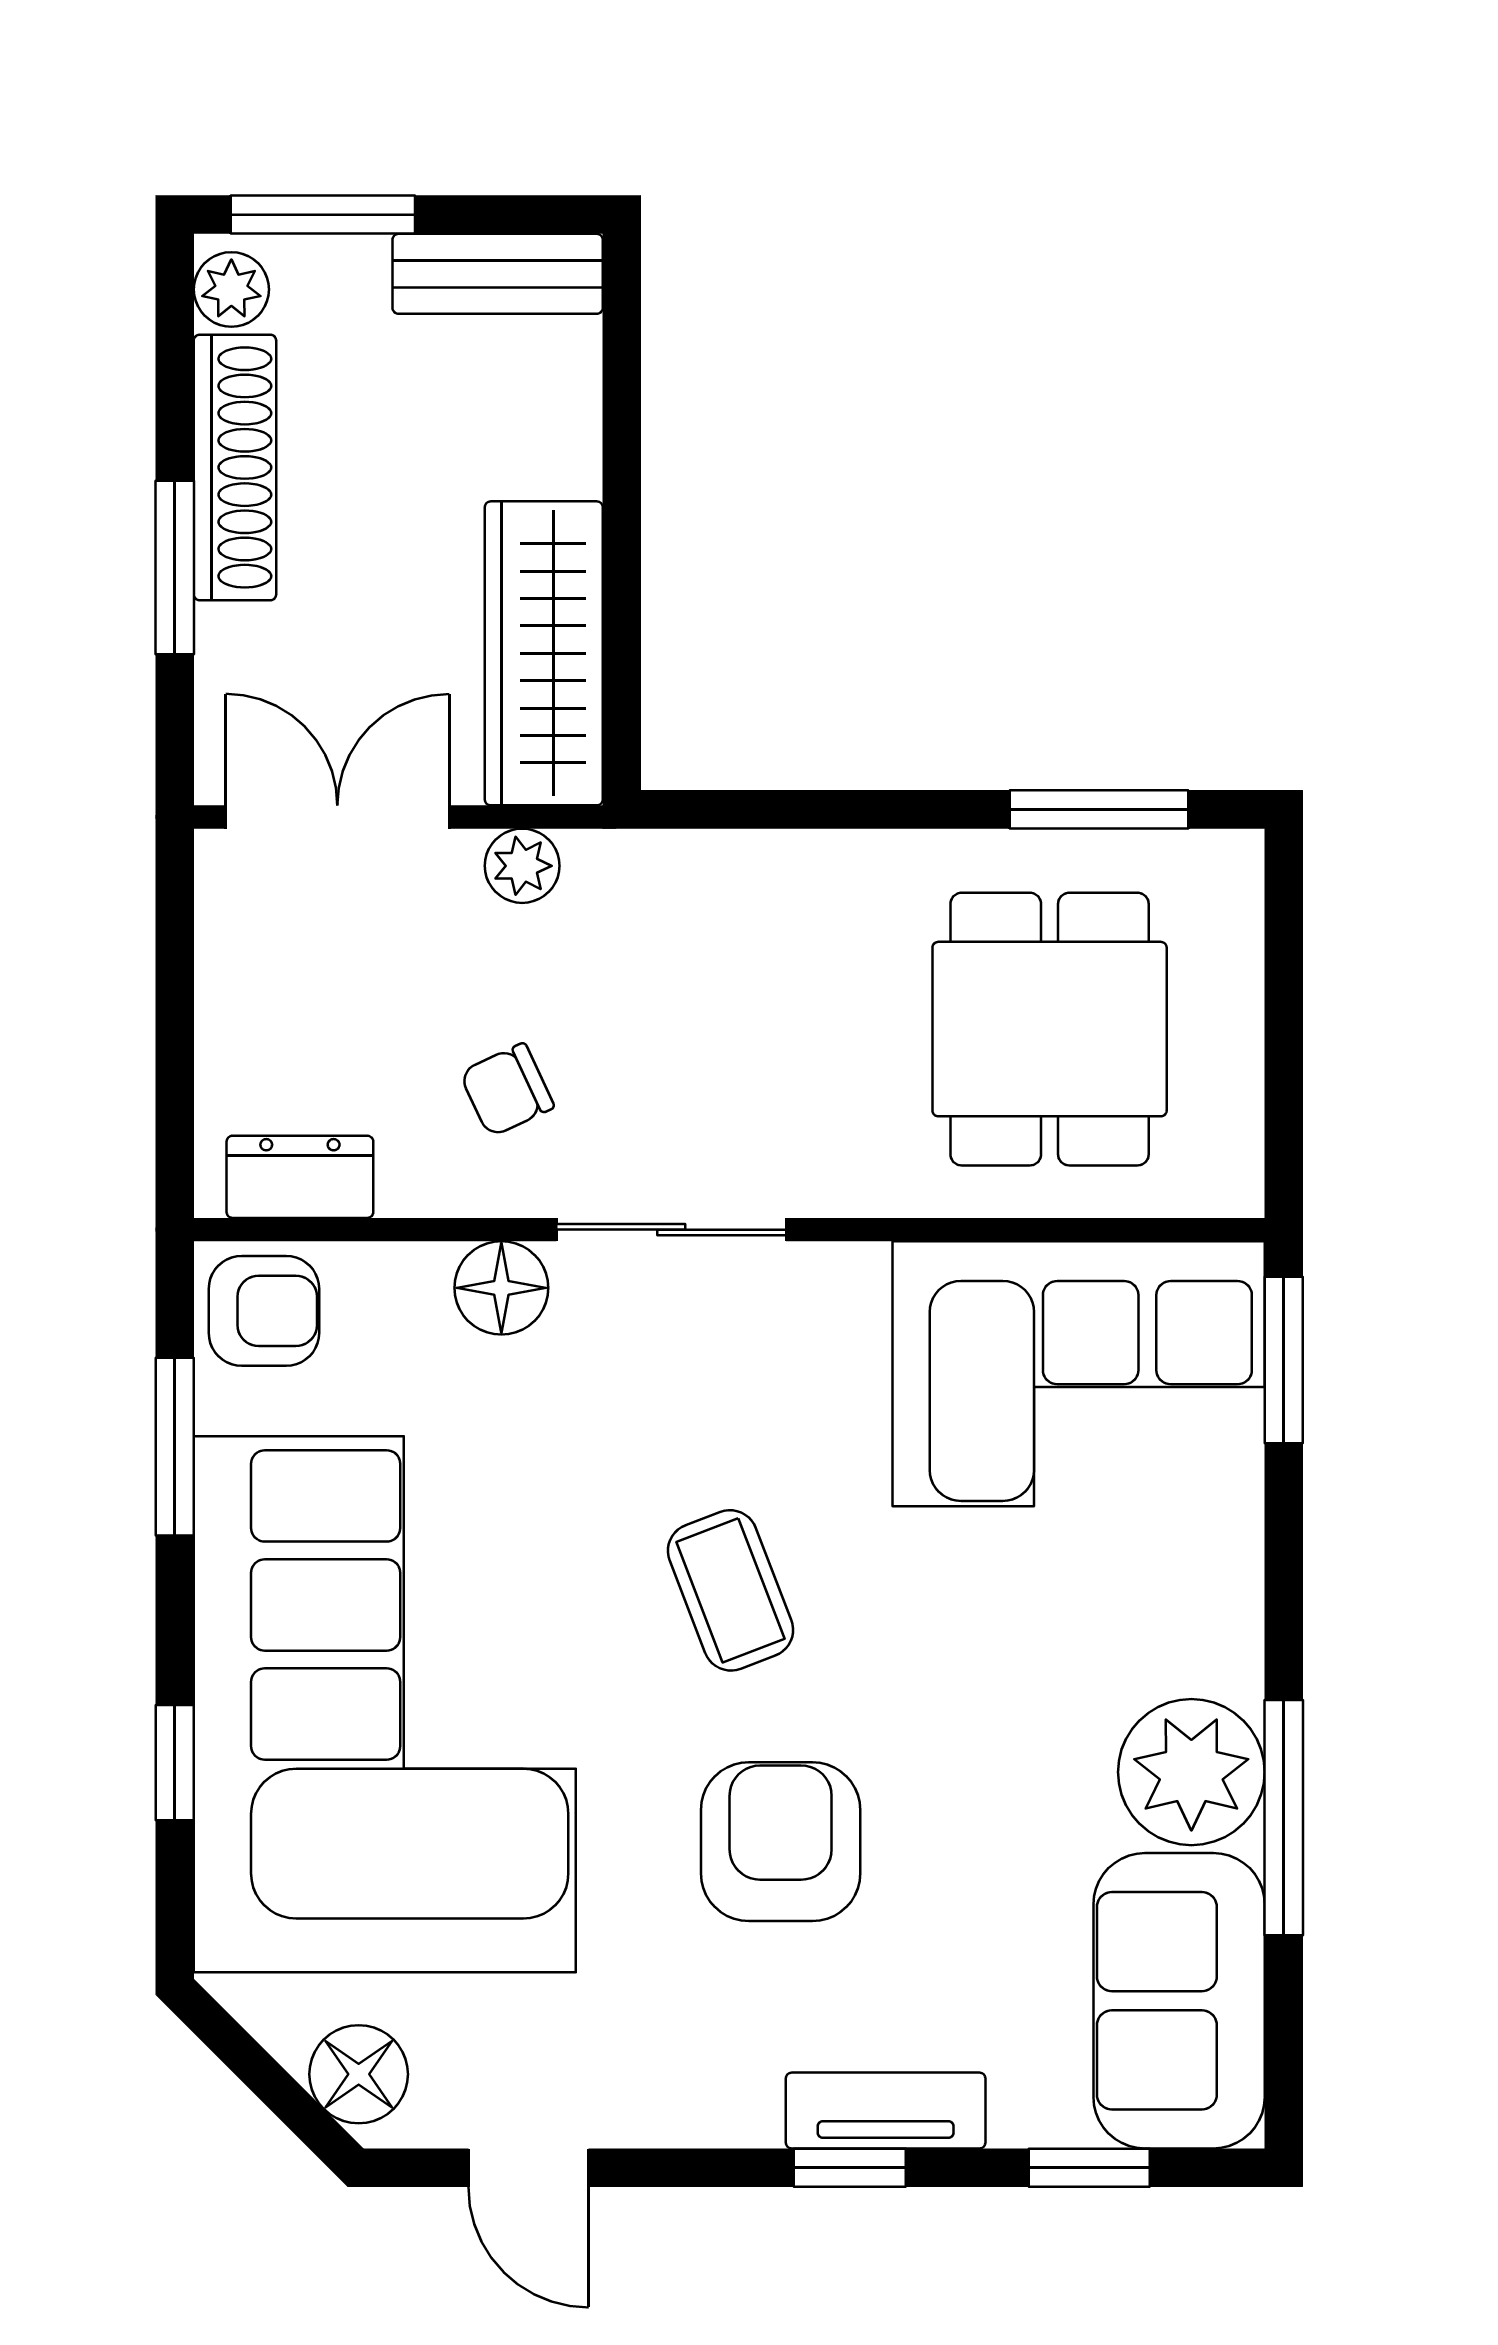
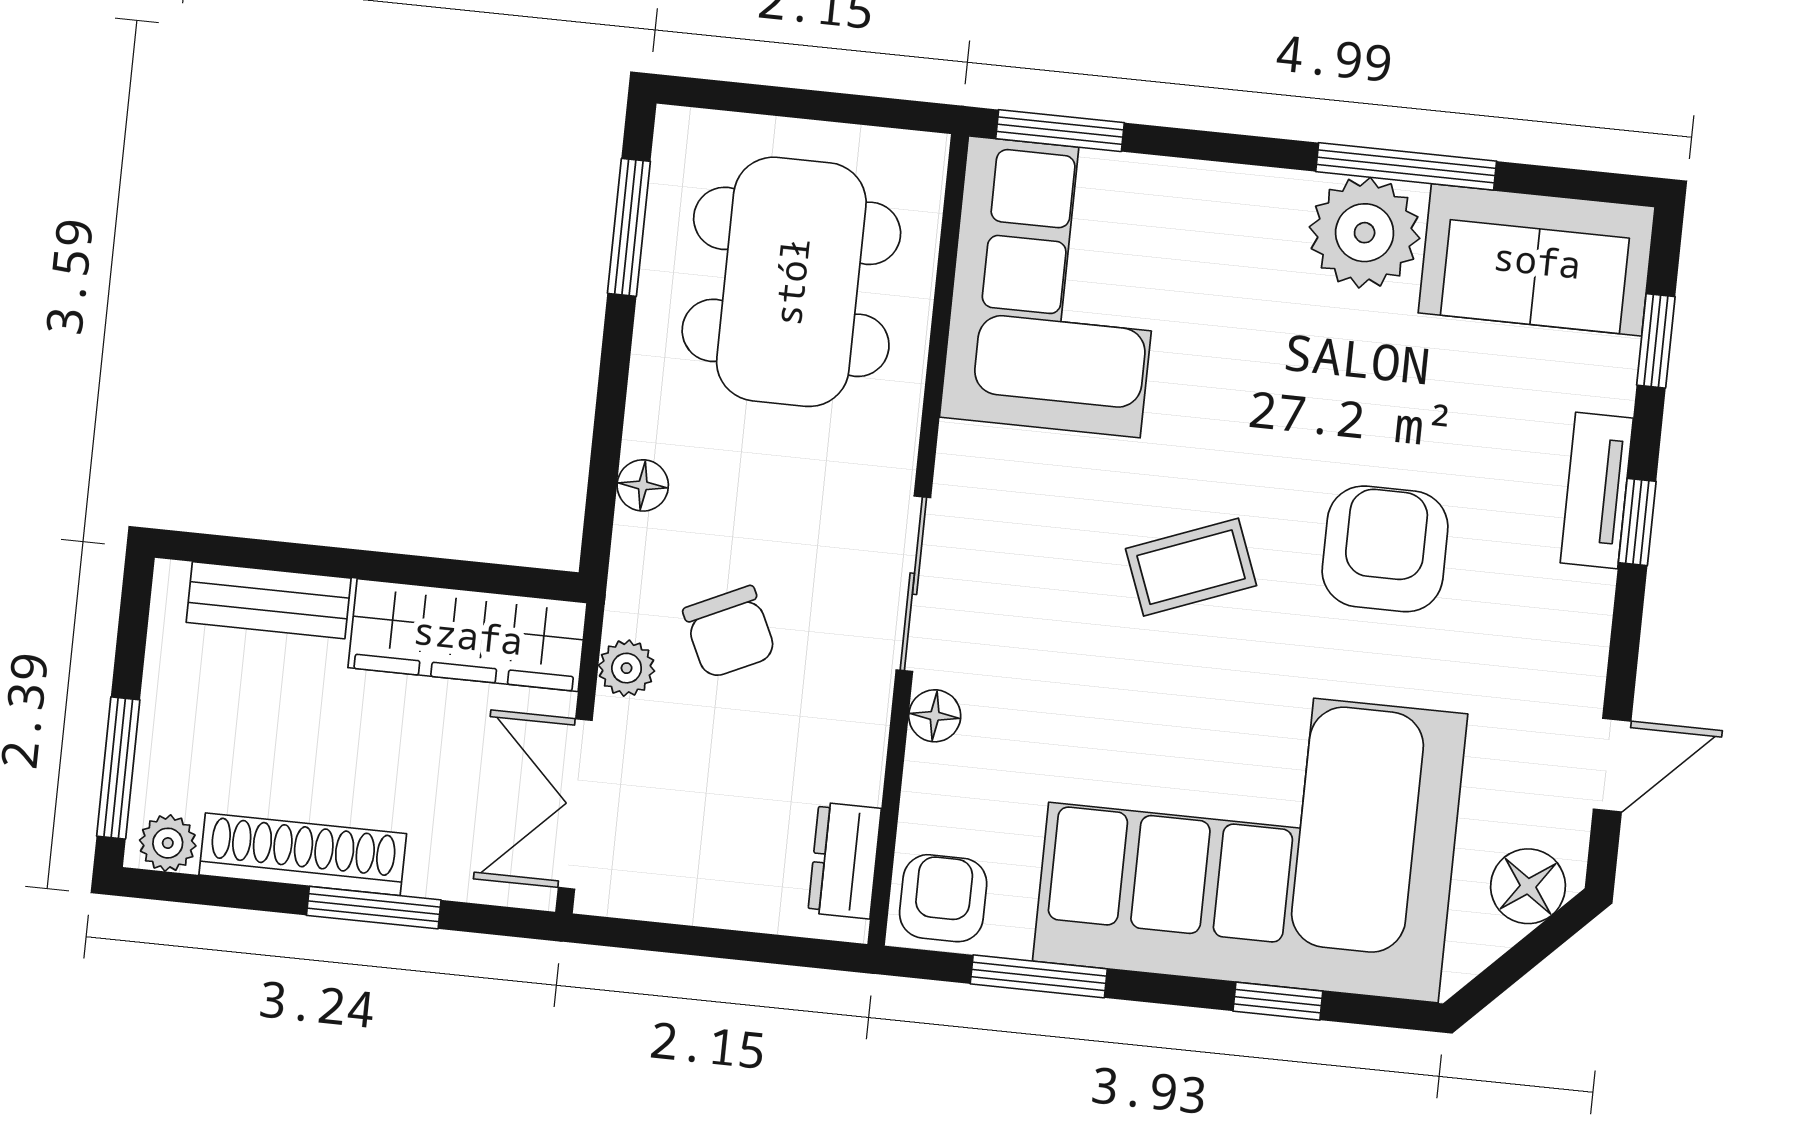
bench: (498, 274) -> (269, 600), moved, turned 90
floor lamp: (763, 862) -> (643, 485), added
dining table: (1050, 1029) -> (791, 282), width x1.38
chair: (507, 1090) -> (730, 632), moved, width x1.37, depth x1.37
floor lamp: (501, 1288) -> (935, 716), width x0.73, depth x0.73
armchair: (781, 1842) -> (1385, 549), turned 90

